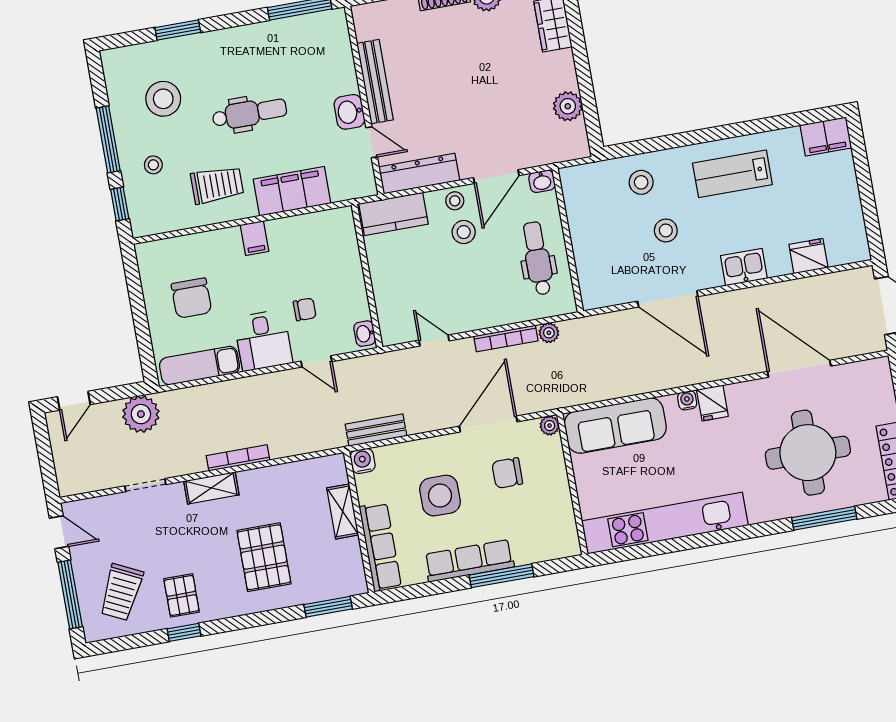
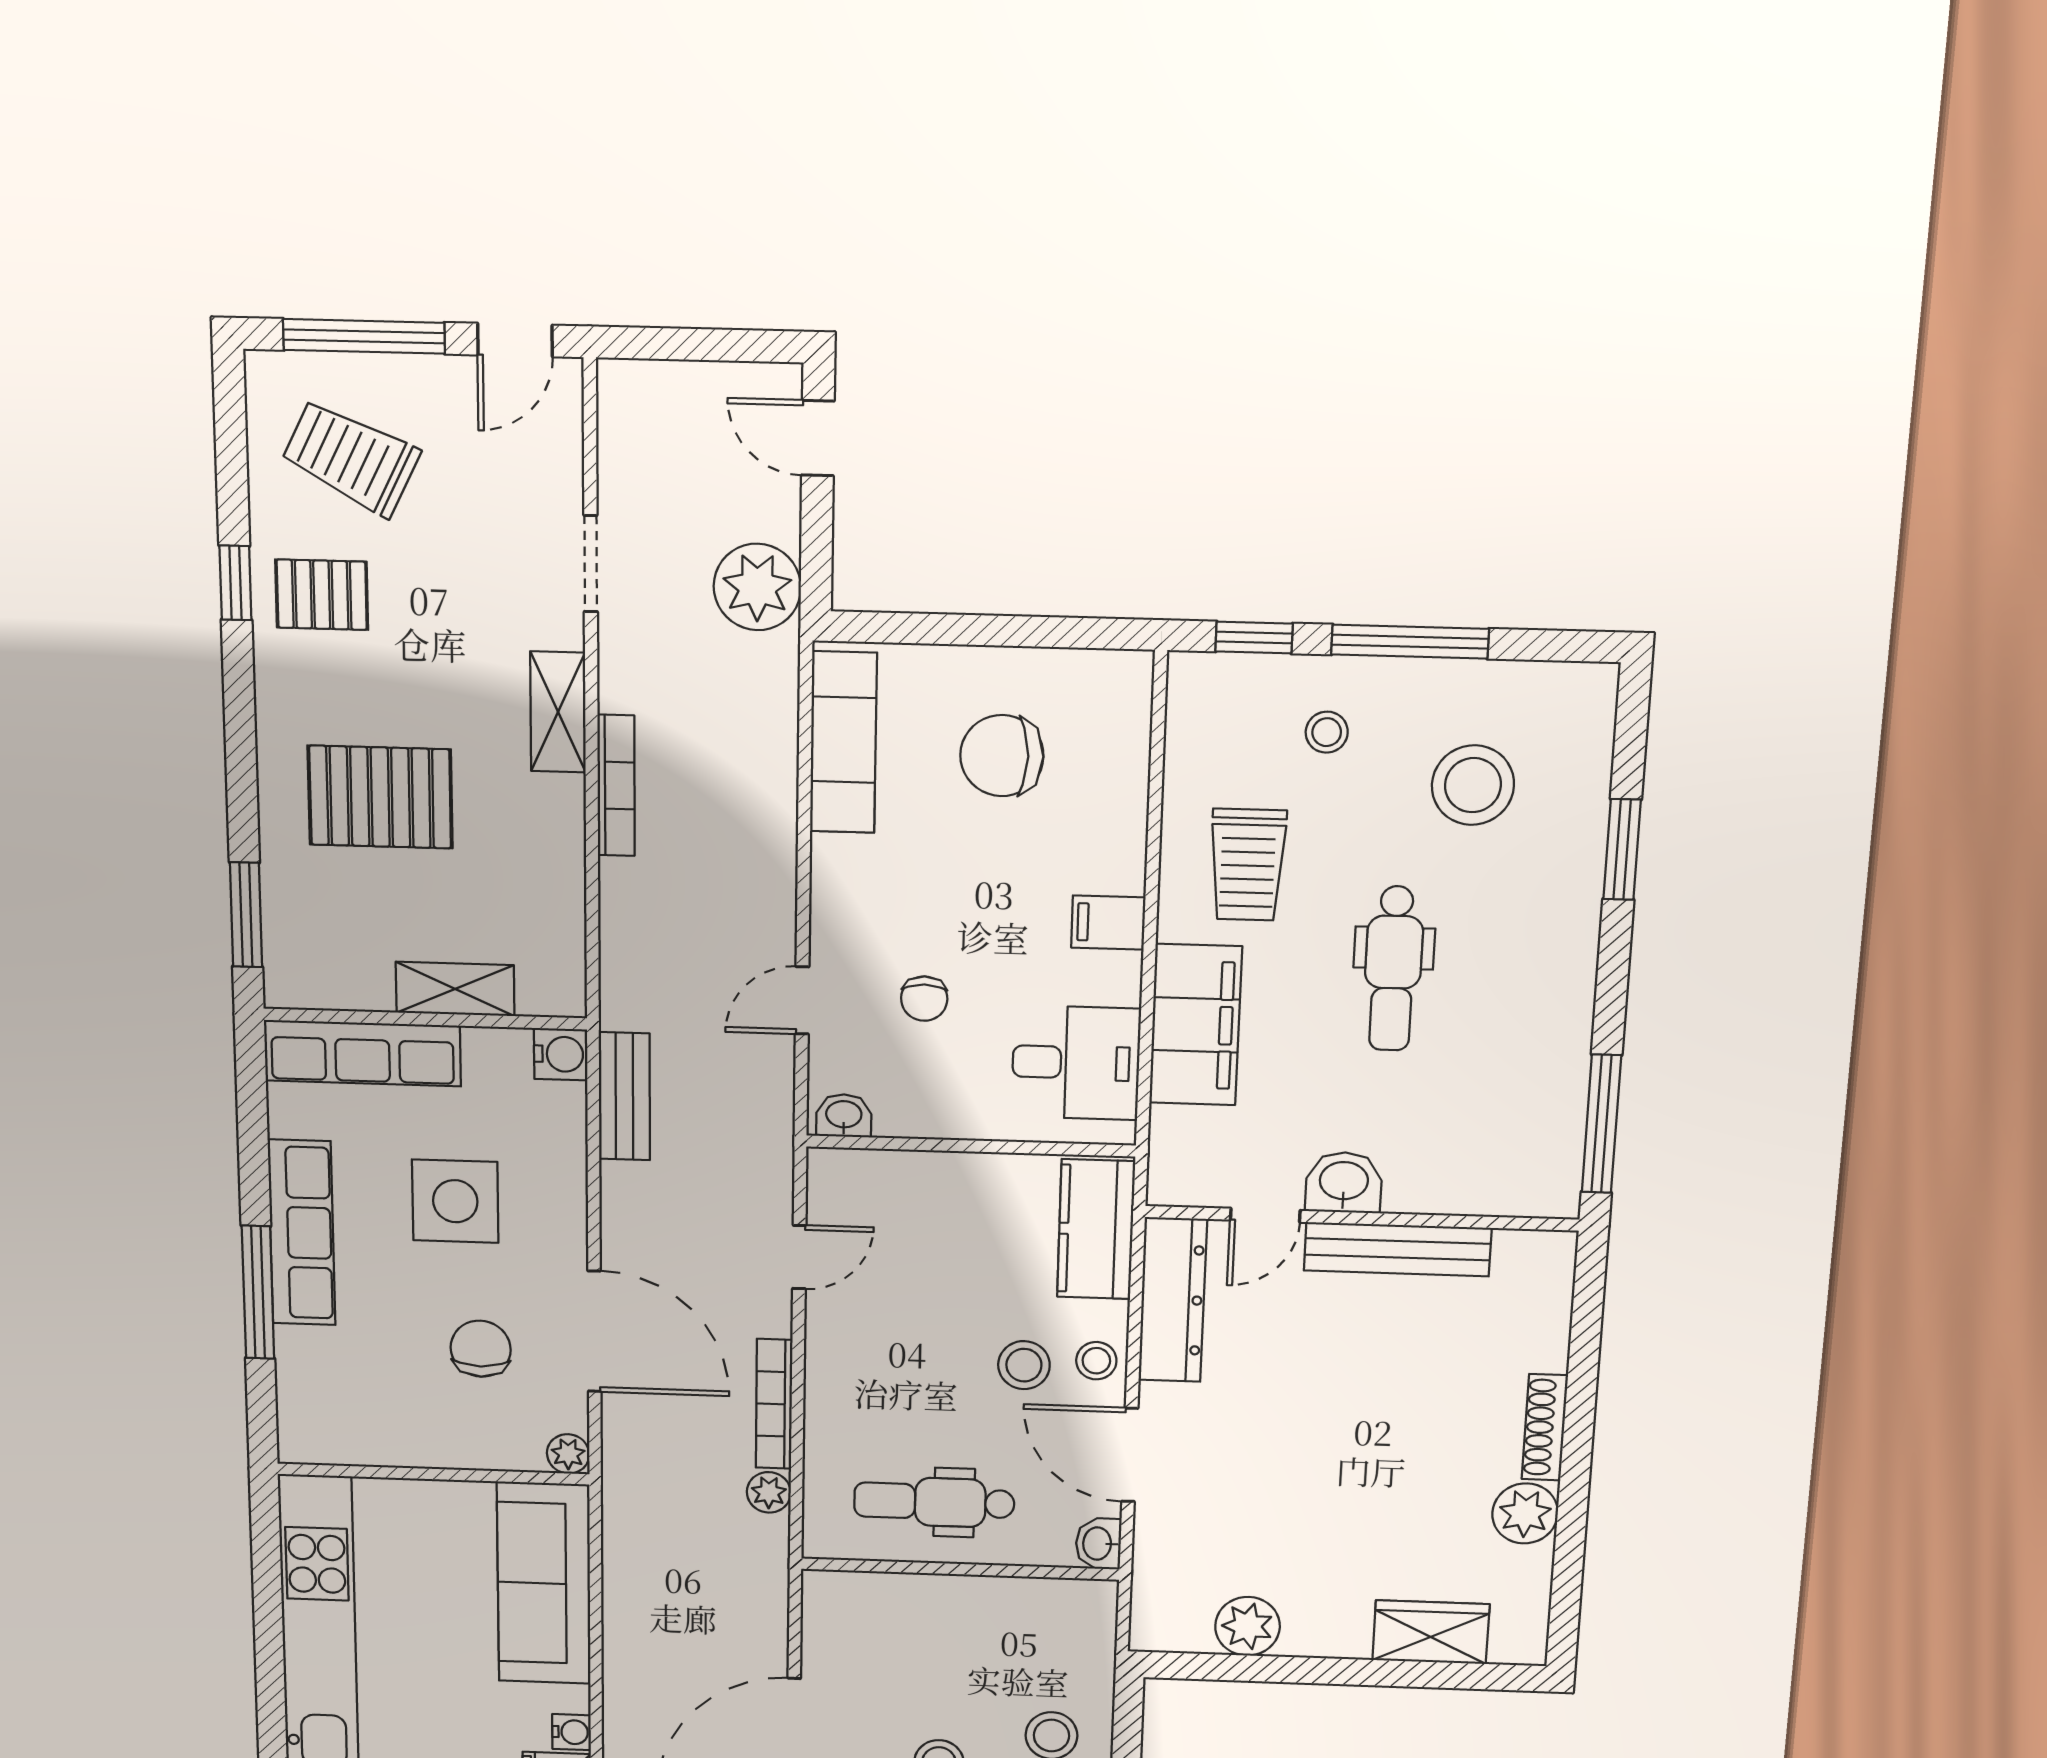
dental chair: (538, 258) -> (934, 1502), turned 180
desk: (263, 340) -> (1076, 1063), moved, turned 180

